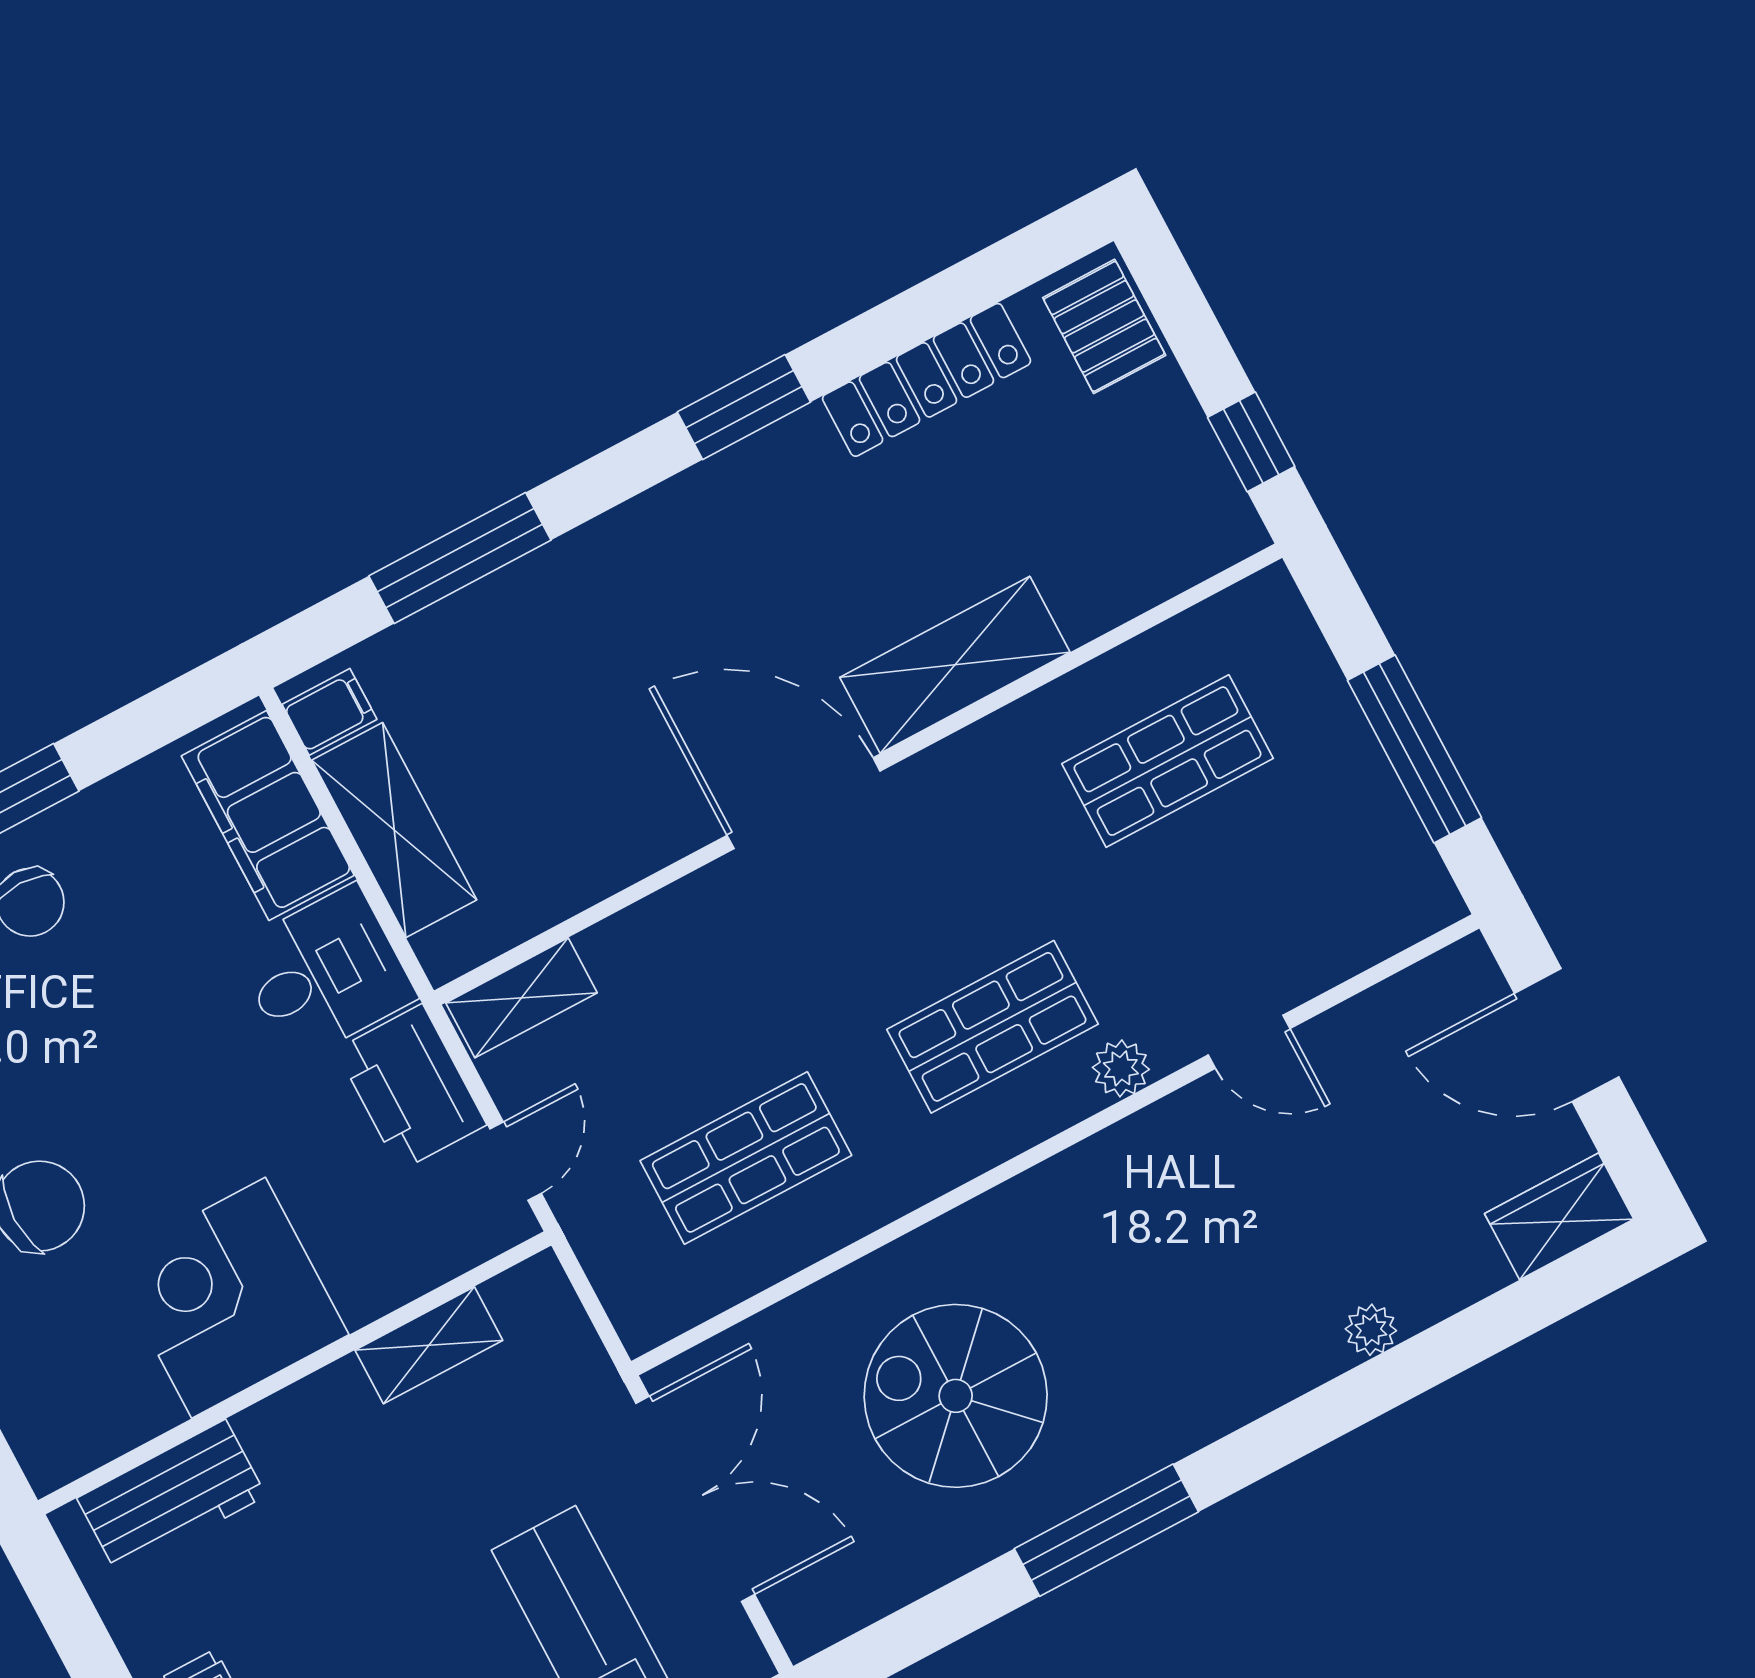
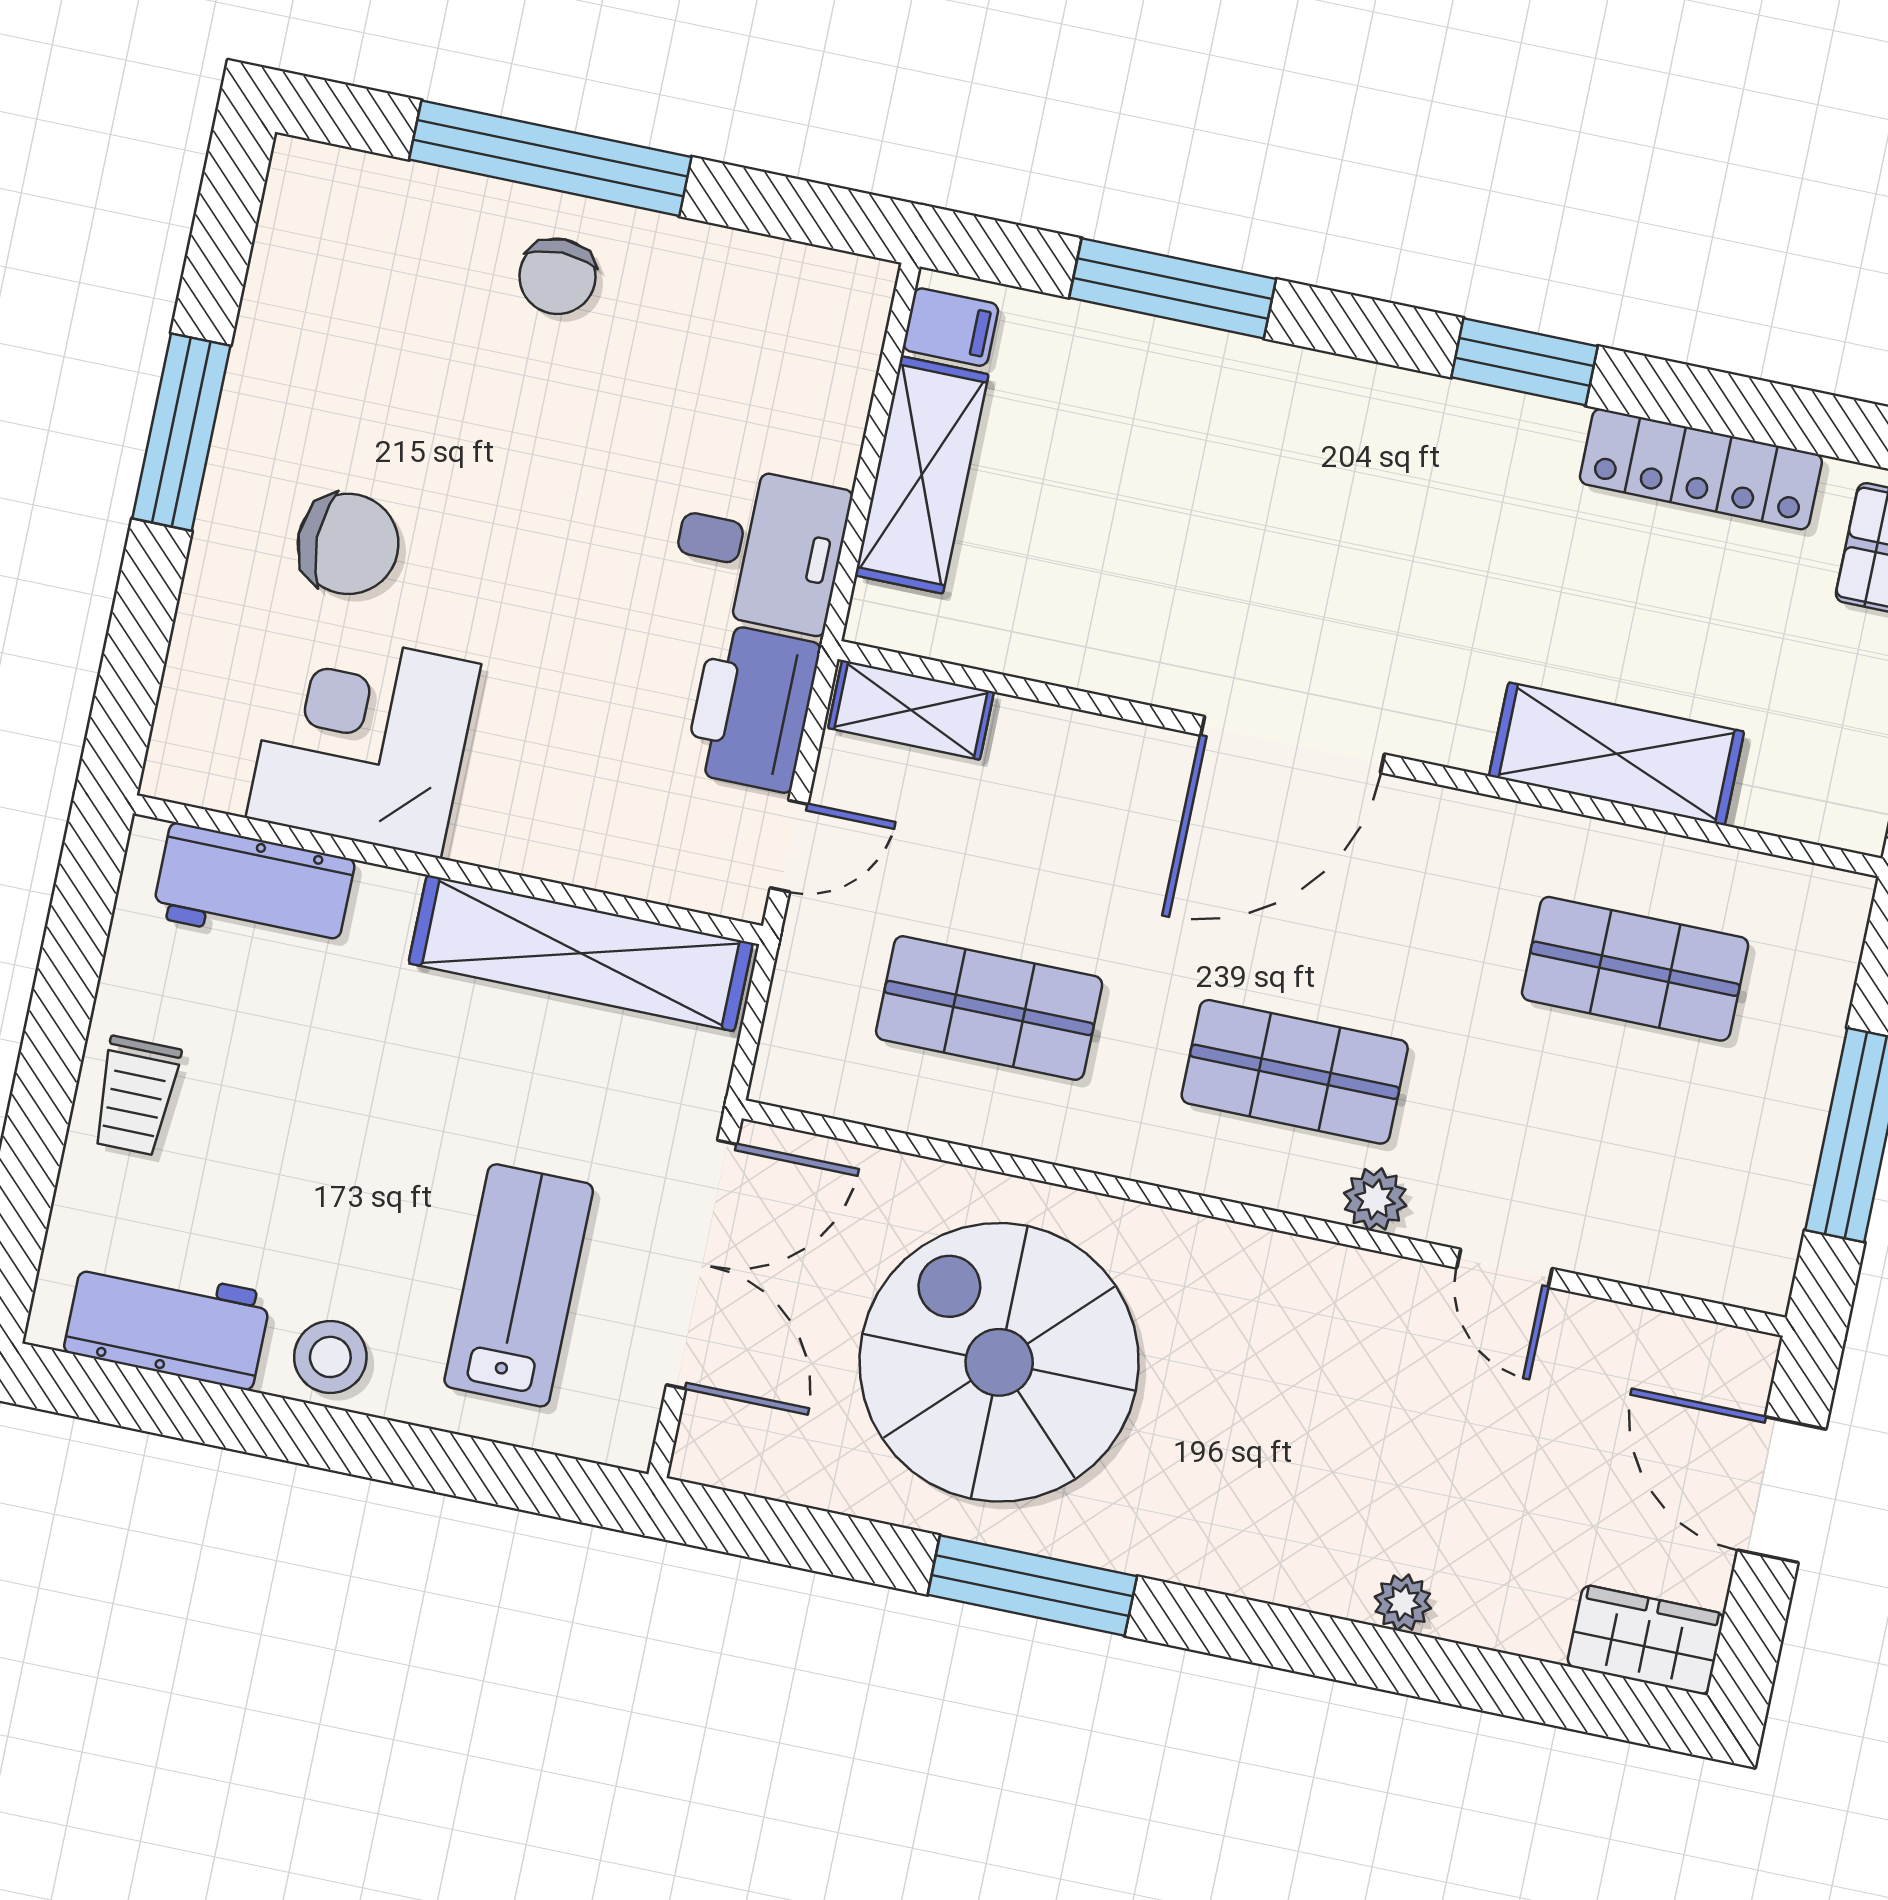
shelving: (955, 665) -> (1617, 754), moved
door: (804, 803) -> (1292, 745), swing flipped
filing cabinet: (268, 816) -> (824, 372), removed
corner desk: (229, 1298) -> (363, 741), moved
shelving: (429, 1345) -> (581, 953), width x2.20, depth x1.33
spiral stairs: (956, 1396) -> (999, 1362), width x1.37, depth x1.37

